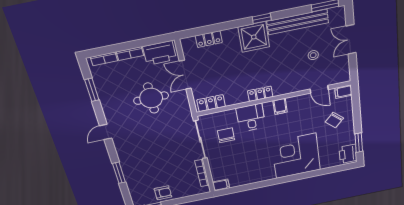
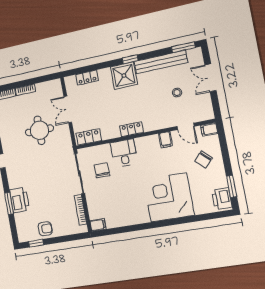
printer: (160, 53) -> (19, 200), moved, turned -90
filing cabinet: (280, 106) -> (166, 140), moved

